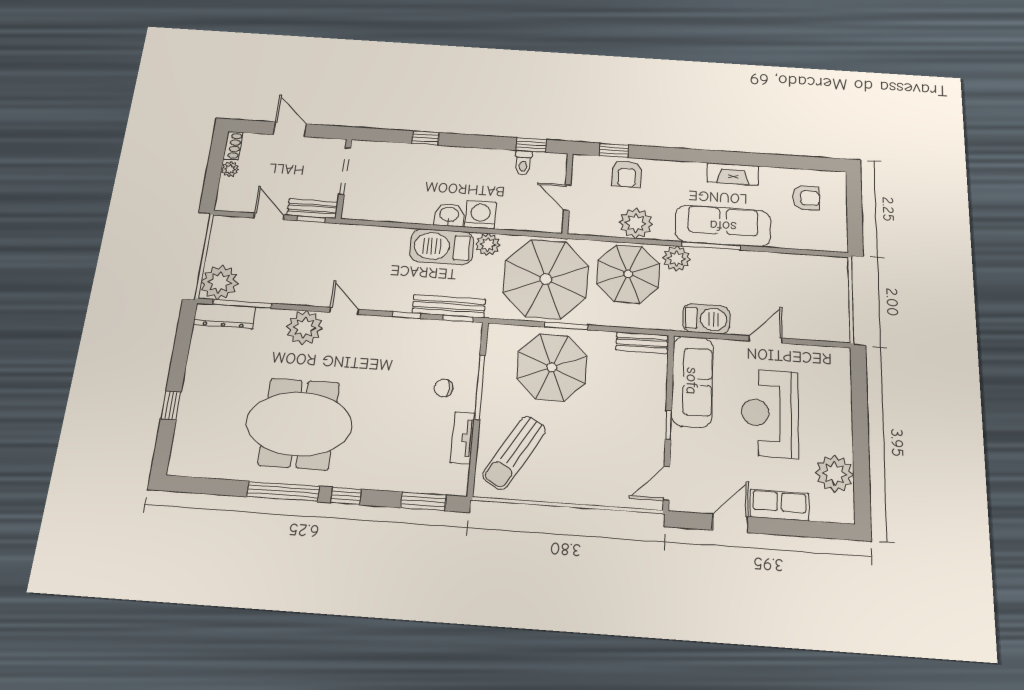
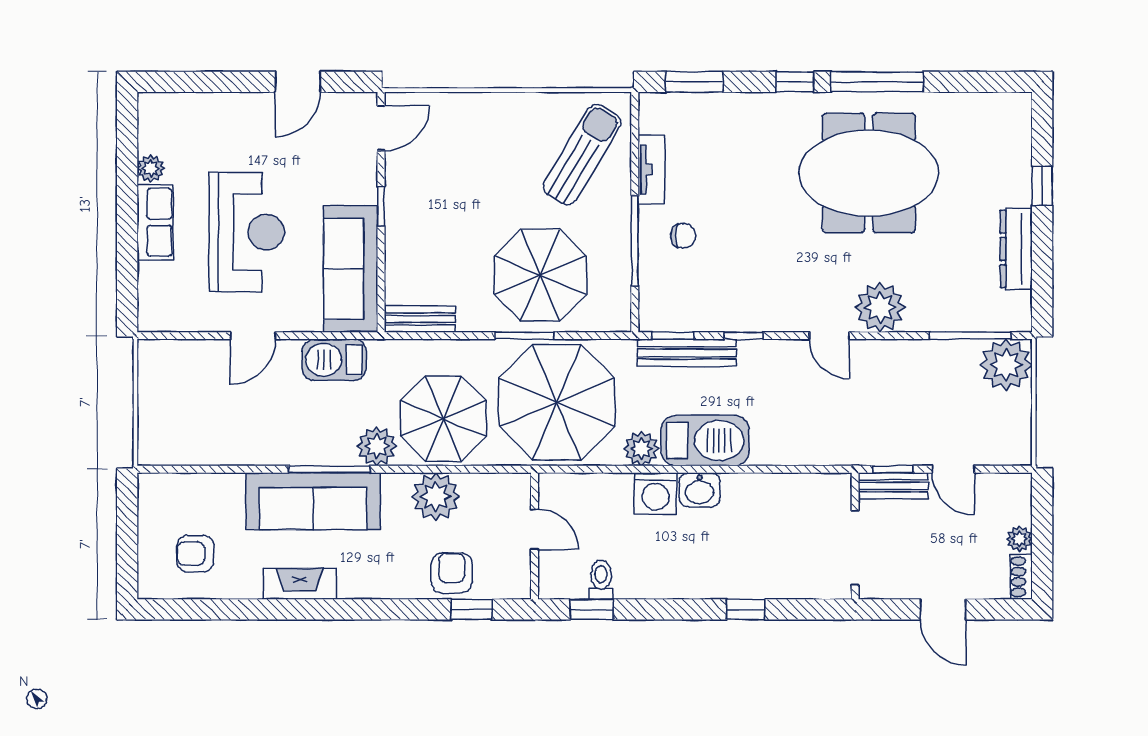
dresser: (225, 316) -> (1016, 249), moved, turned -90
plant: (834, 474) -> (151, 168), width x0.53, depth x0.53
row of seats: (780, 505) -> (155, 222), moved, turned -90

